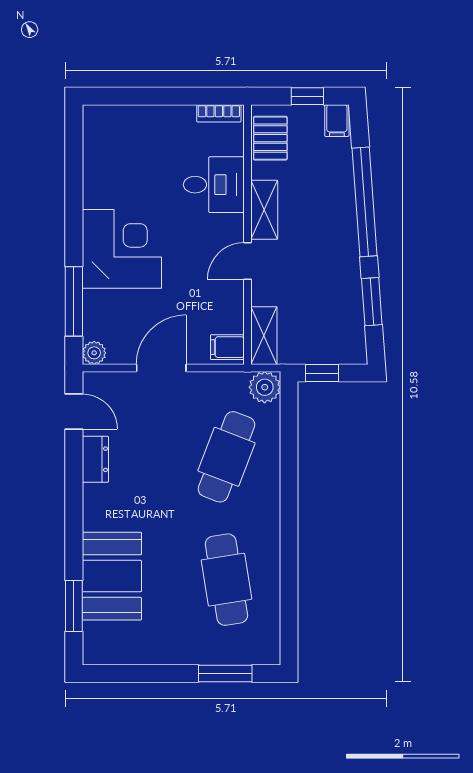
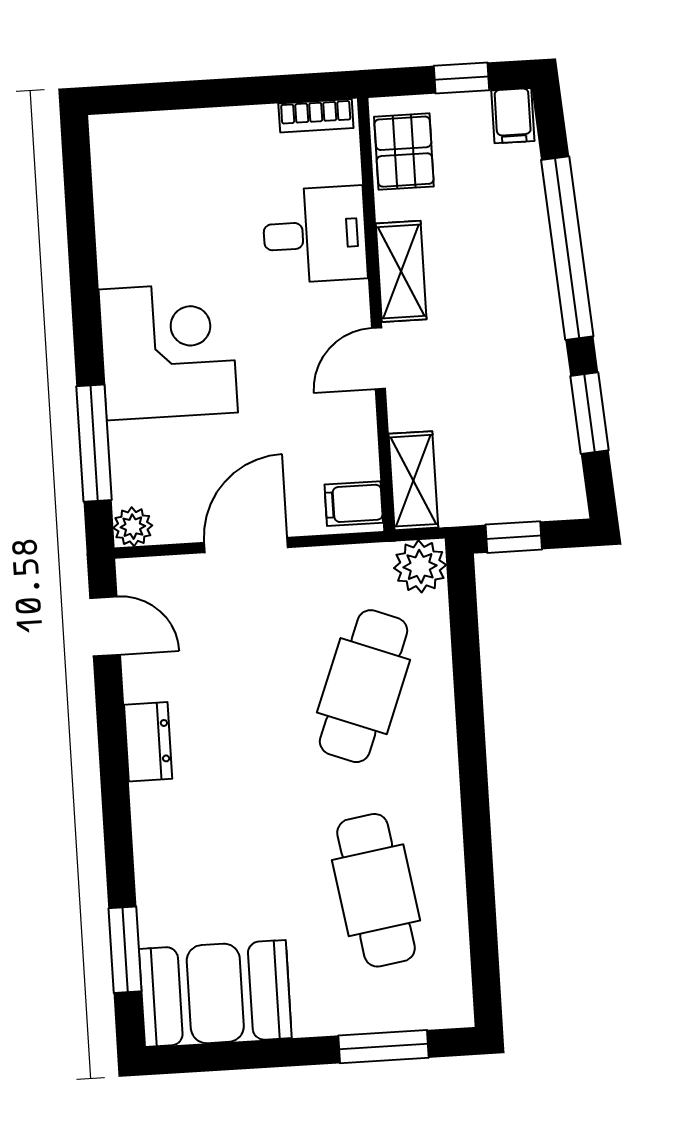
dresser: (95, 459) -> (148, 742), moved
booth: (112, 576) -> (215, 993), moved, turned 90

